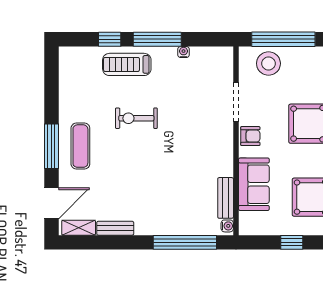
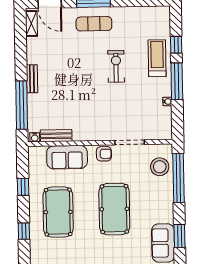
armchair: (250, 136) -> (104, 154), turned -90
bench: (115, 228) -> (32, 79), moved

